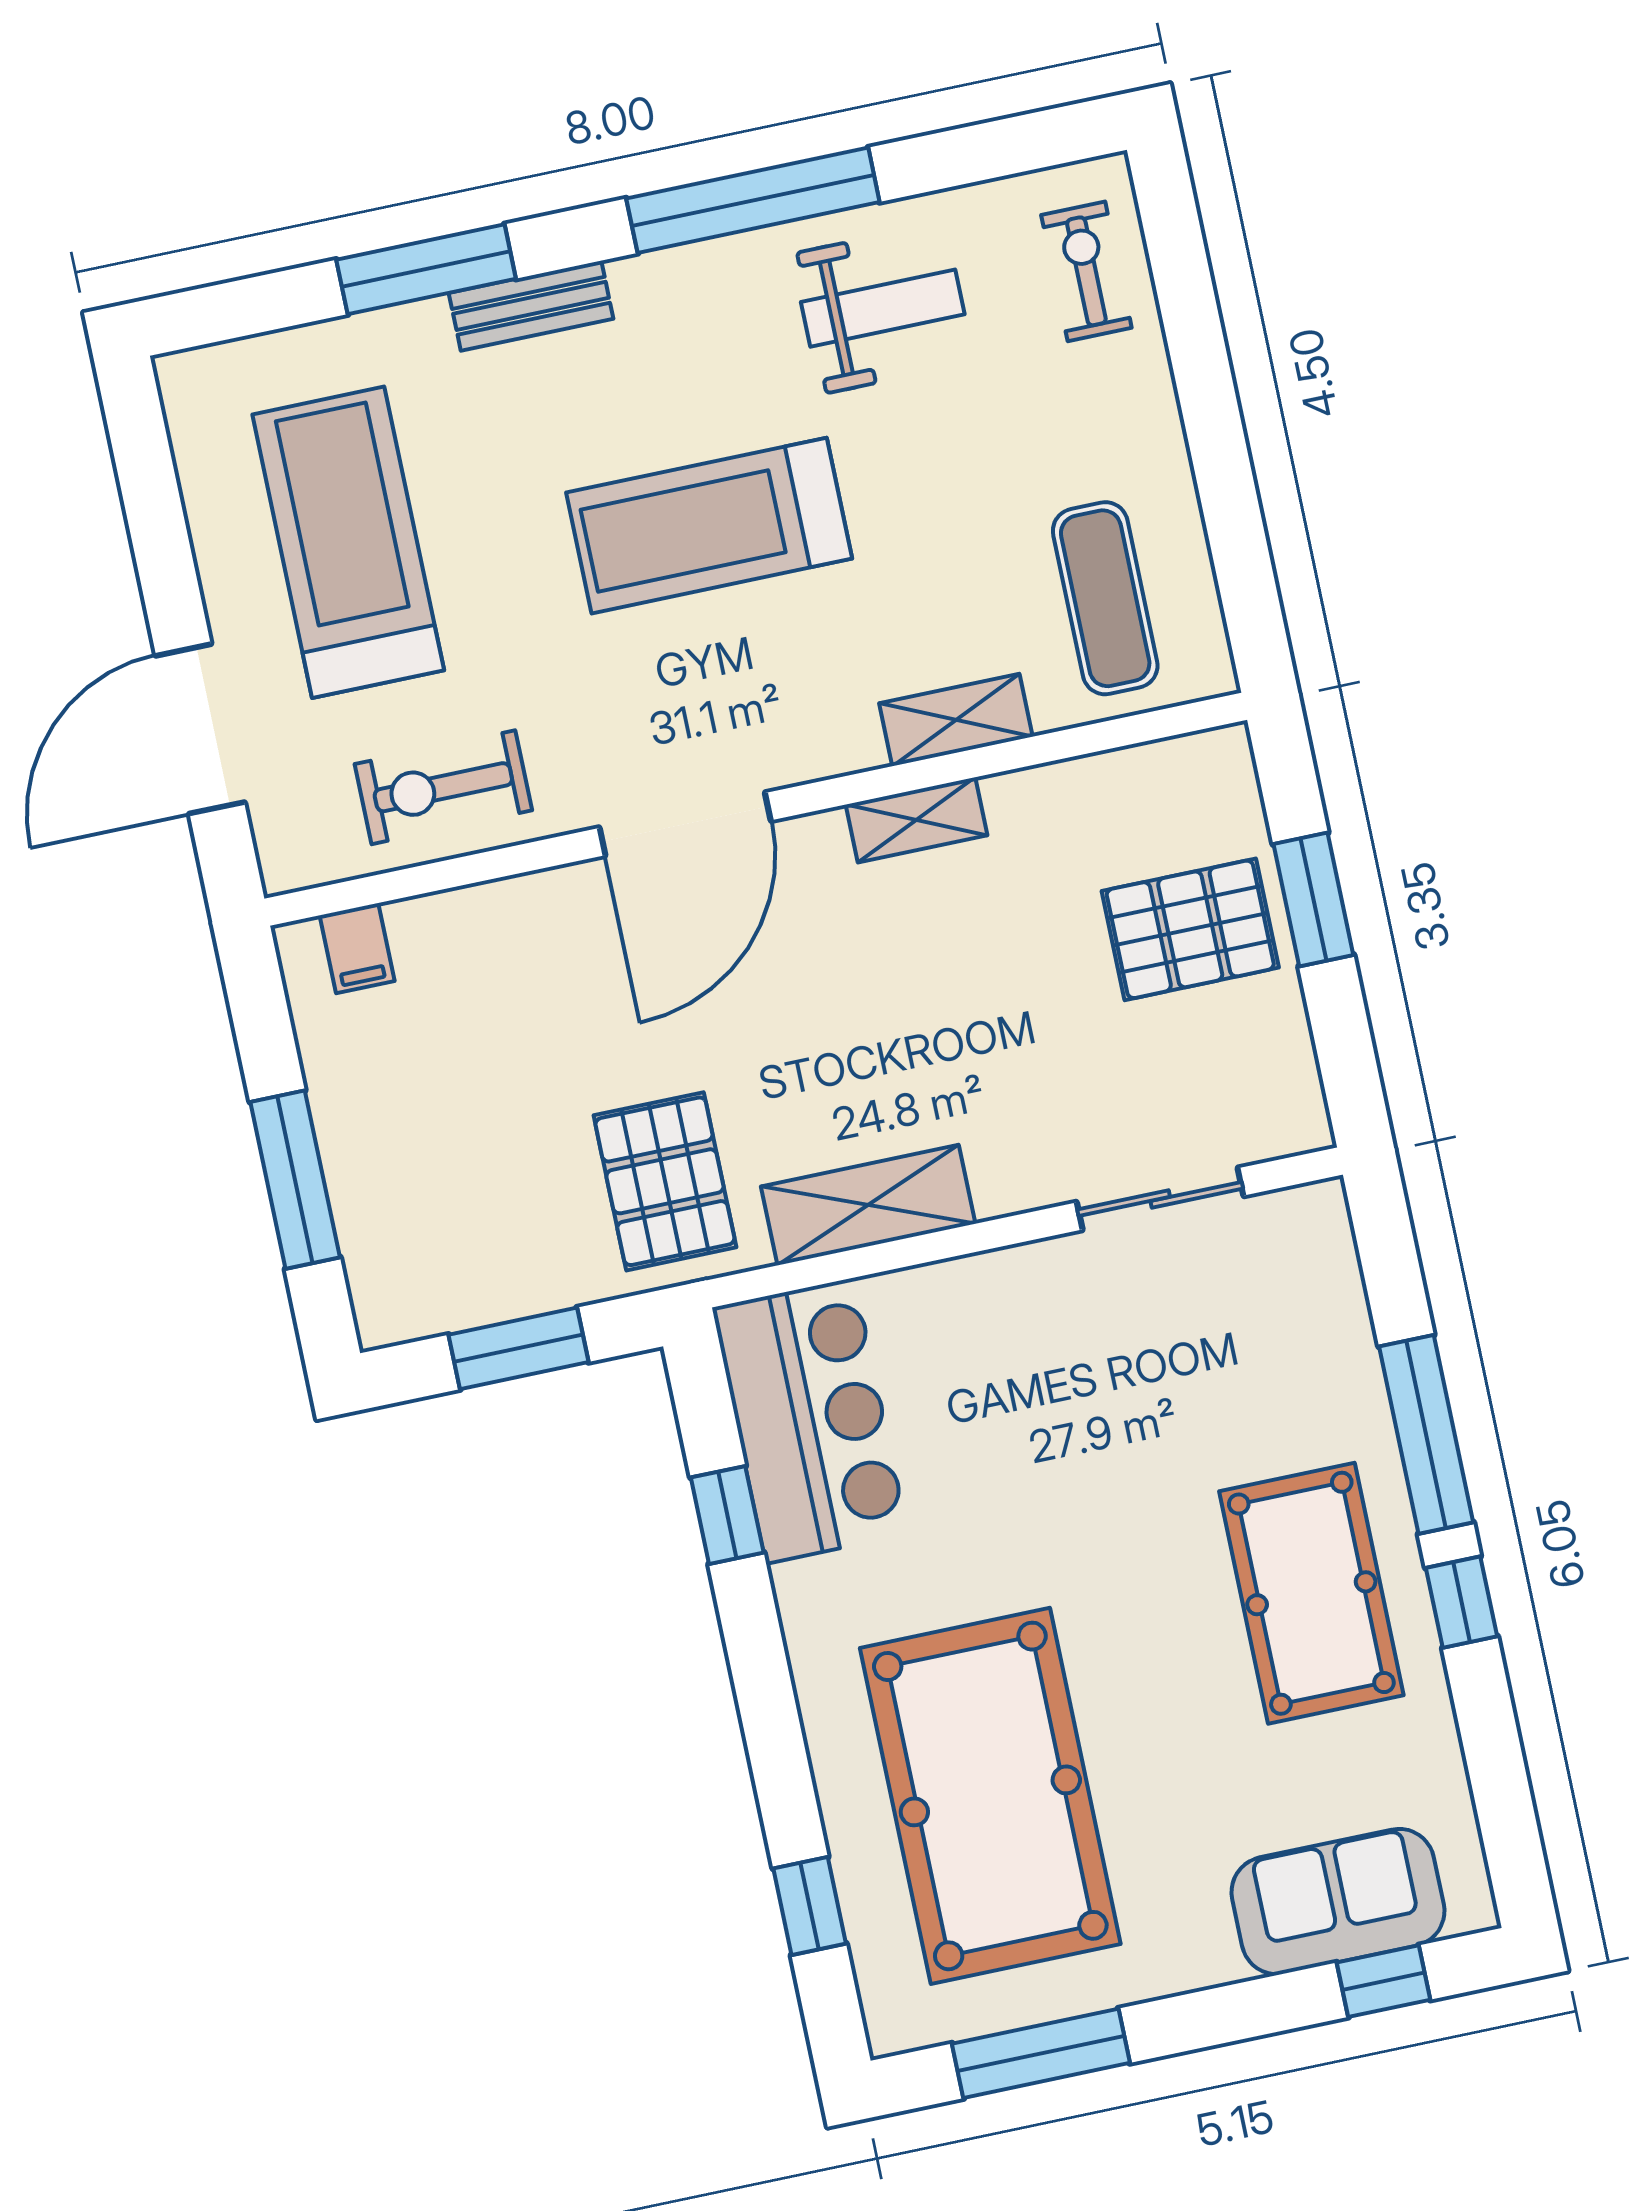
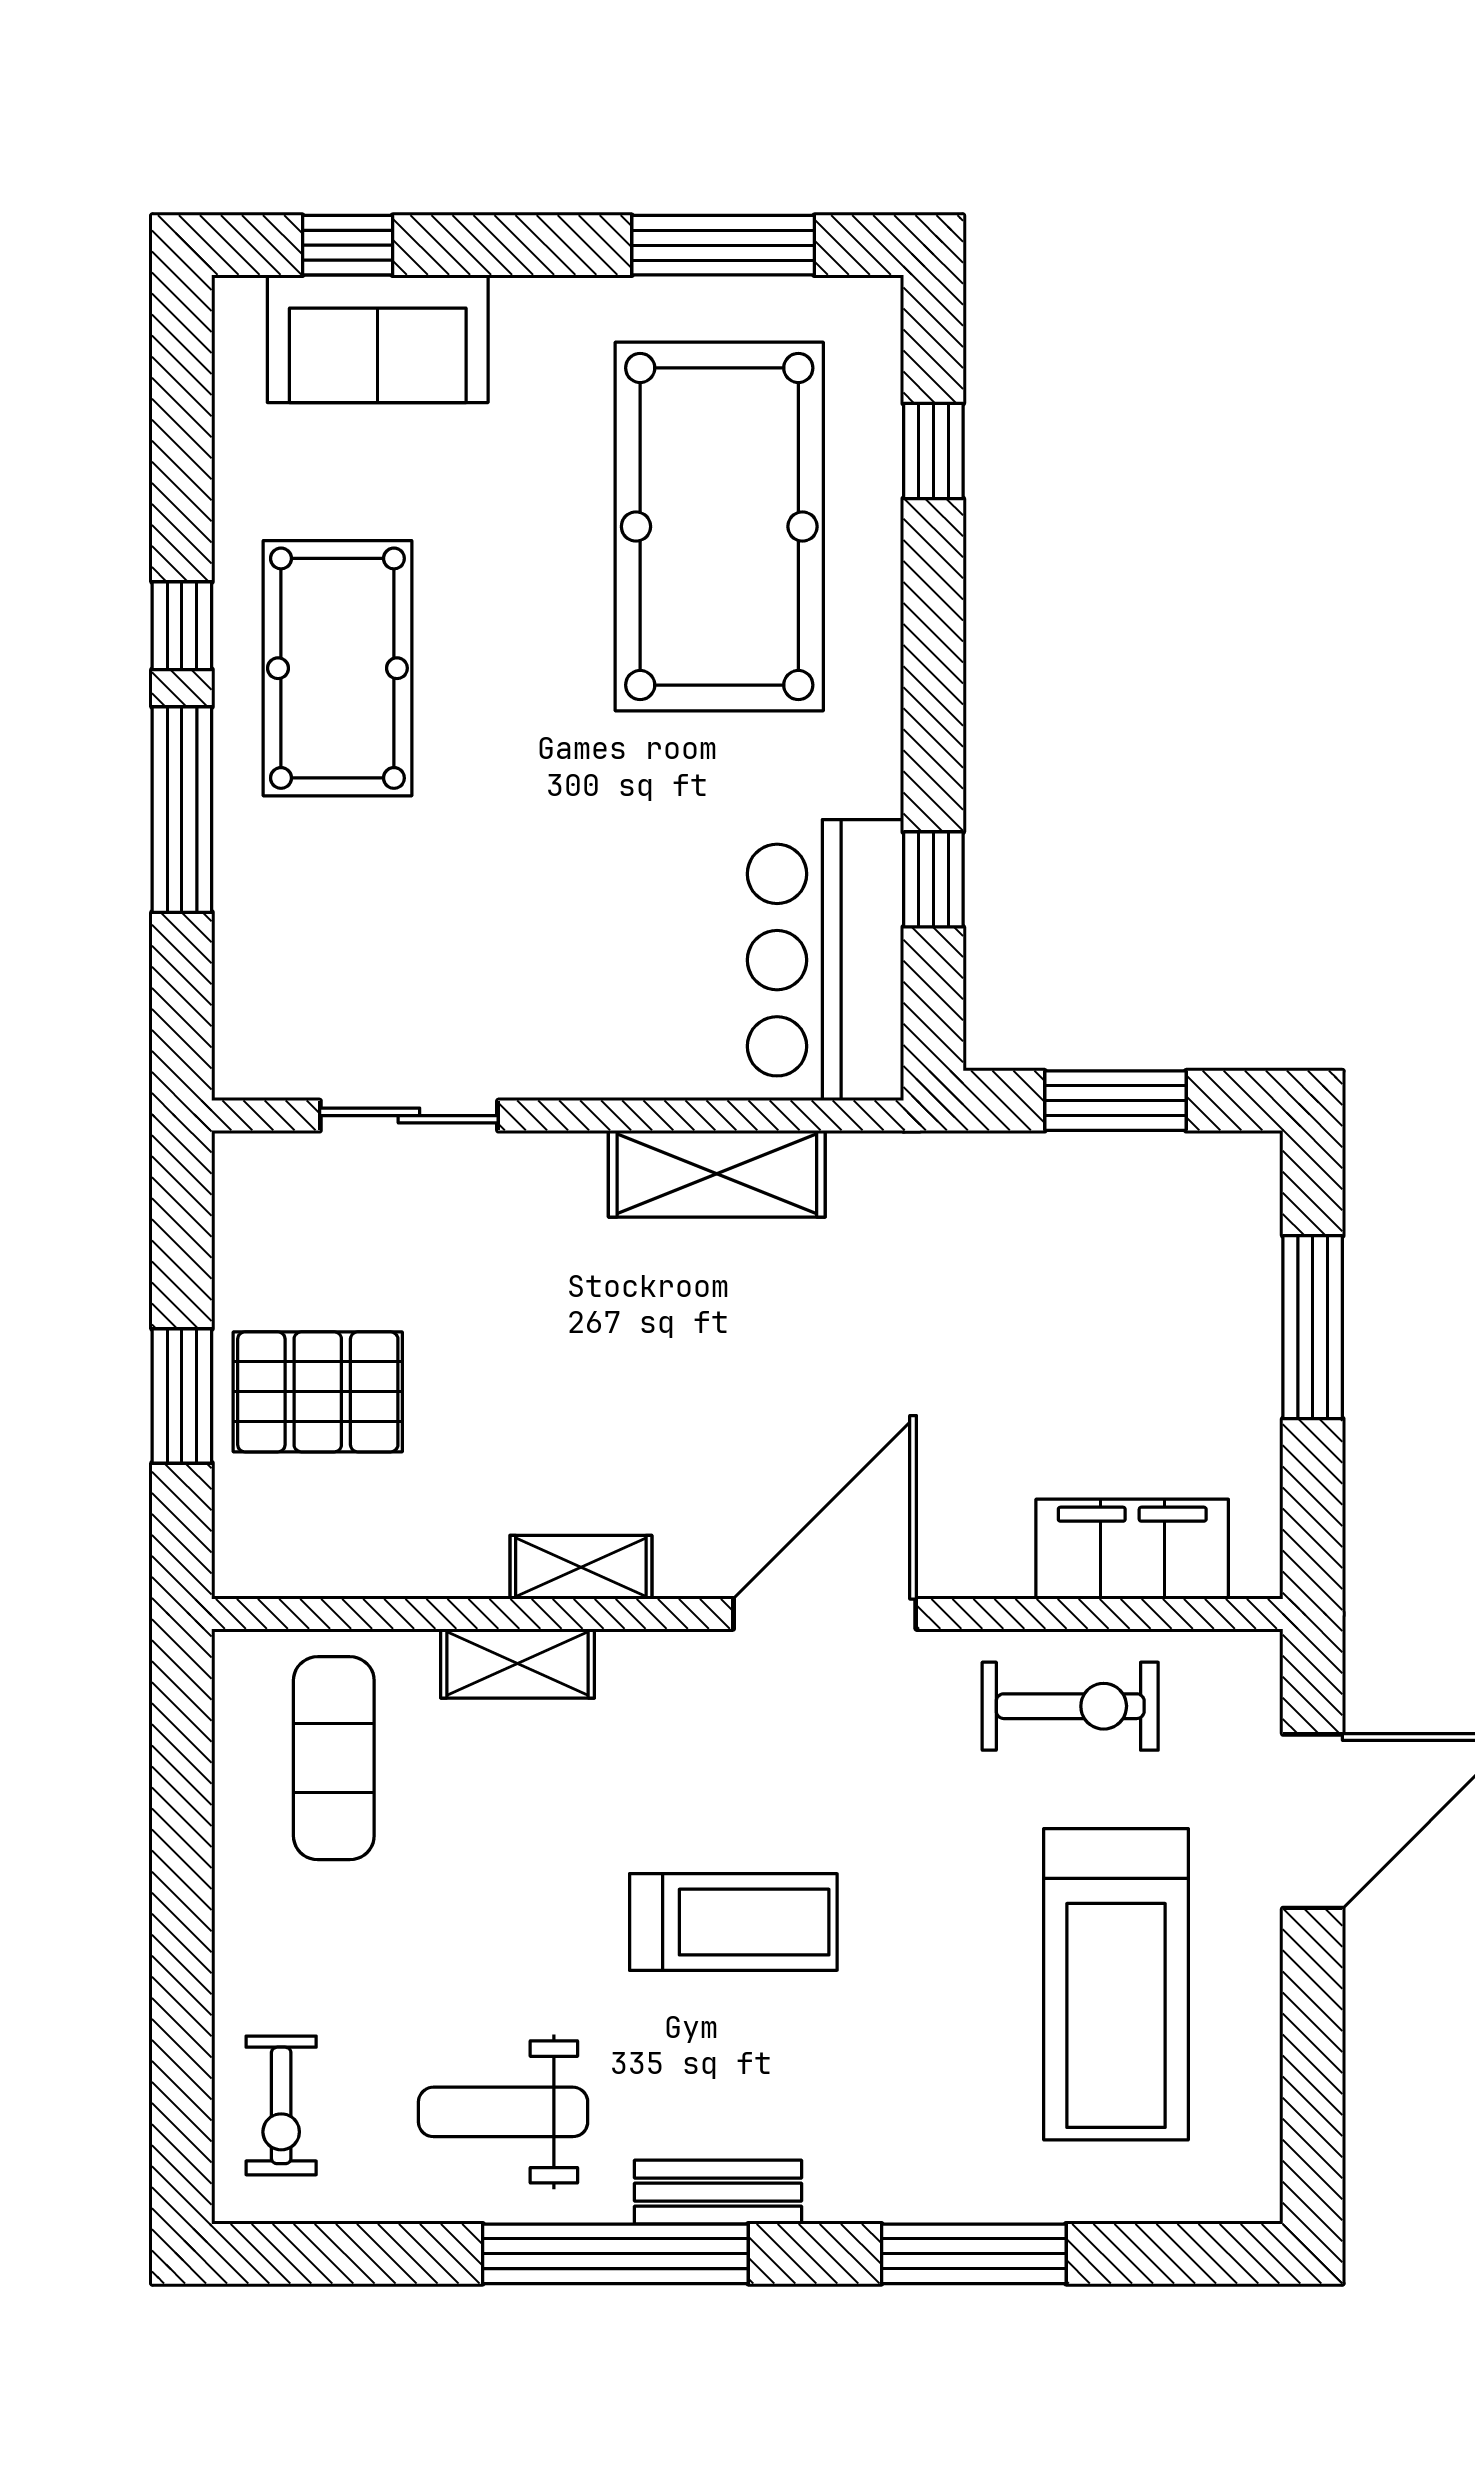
bench: (531, 306) -> (718, 2192), moved
treadmill: (709, 526) -> (733, 1922), width x0.73, depth x0.73
filing cabinet: (357, 948) -> (1132, 1549), width x3.00, depth x1.17
pallet: (665, 1181) -> (925, 1244), removed

